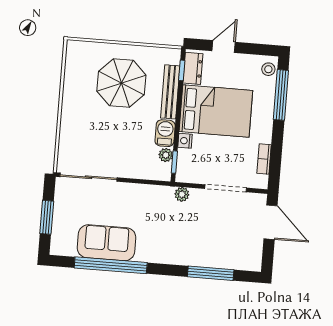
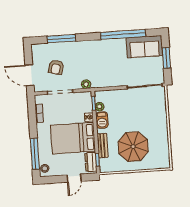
bench: (170, 92) -> (102, 146), width x0.73
armchair: (226, 229) -> (56, 67), added
sofa: (107, 243) -> (144, 47), moved

